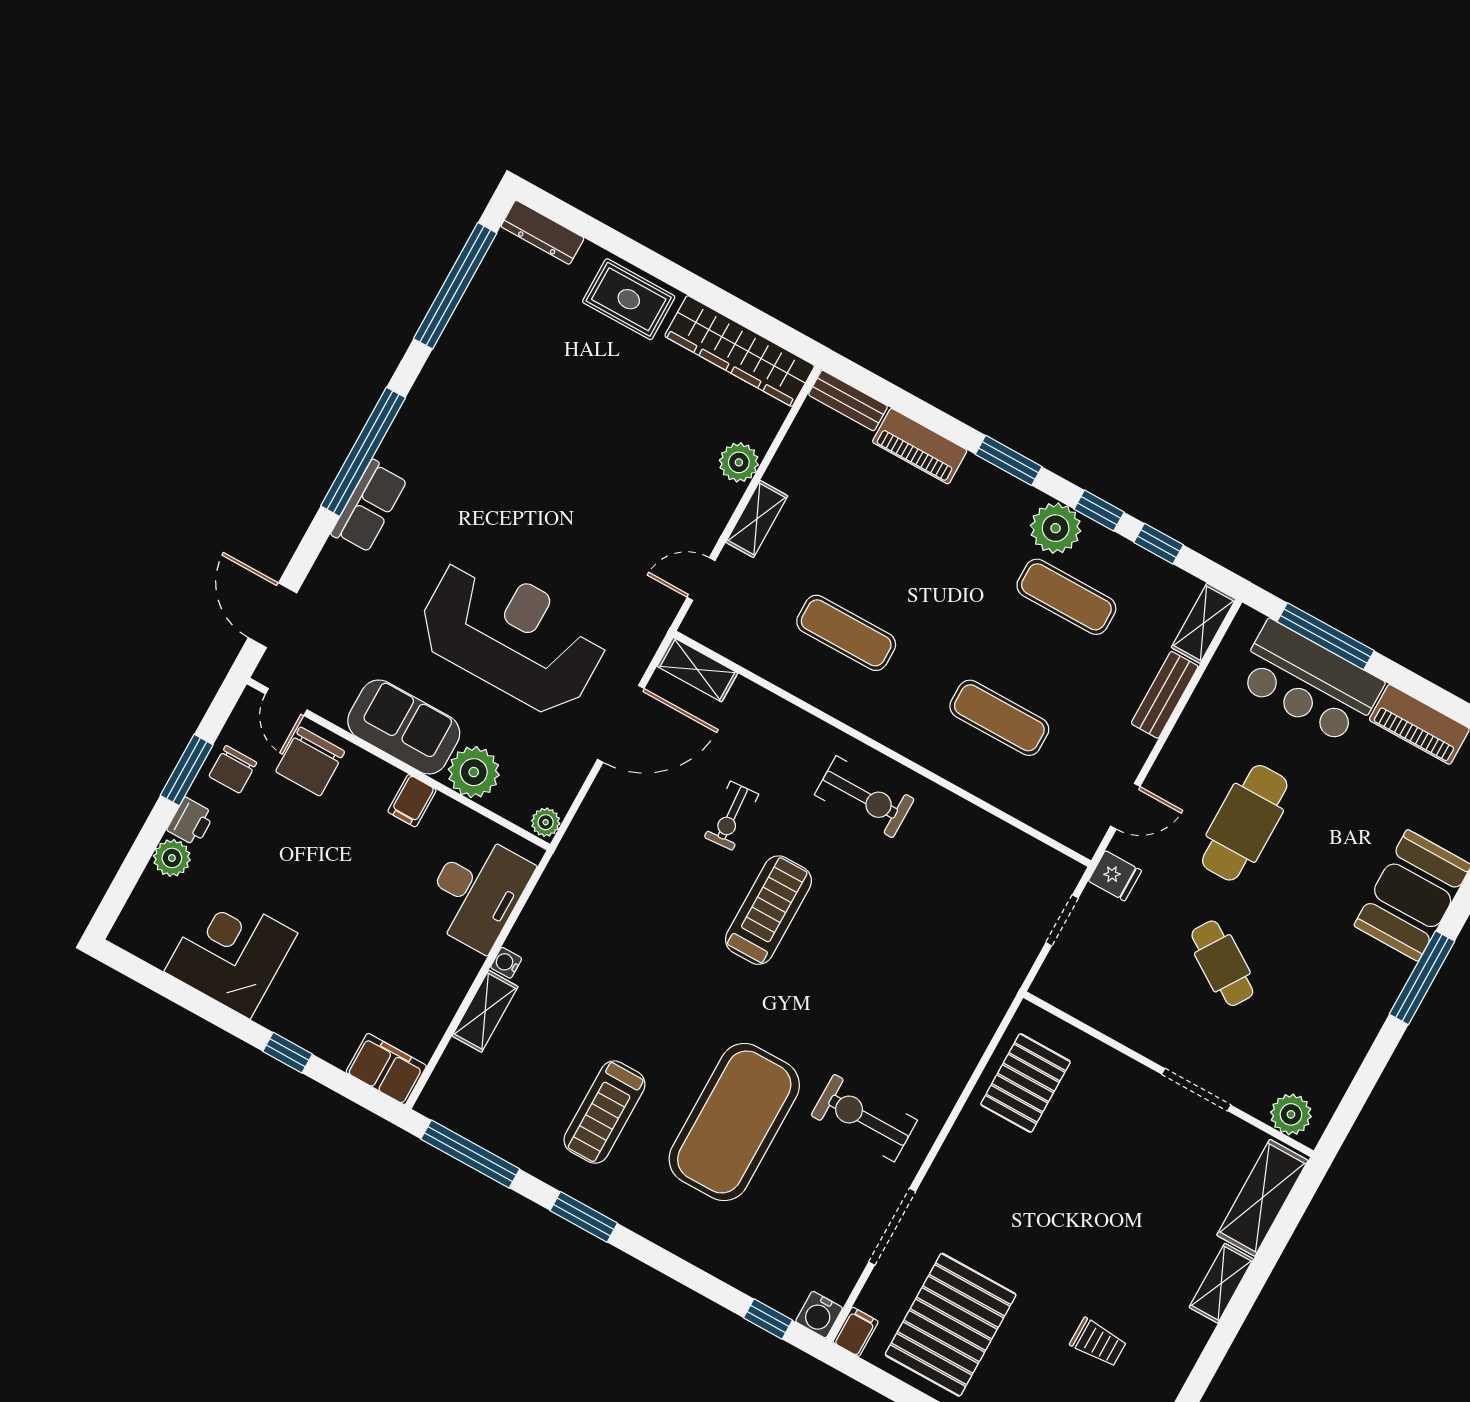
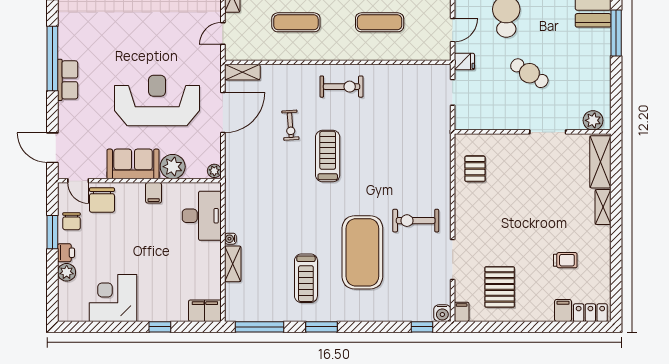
pallet: (1025, 1083) -> (475, 169), width x0.67, depth x0.71
pallet: (951, 1325) -> (500, 287), width x0.73, depth x0.71

